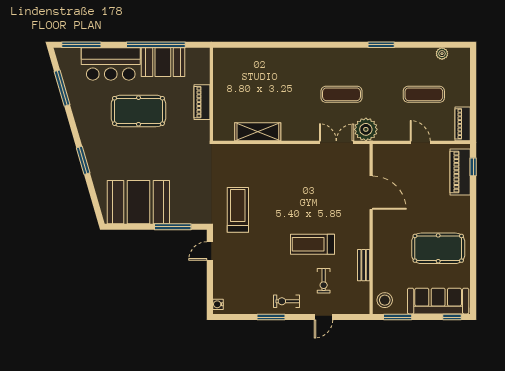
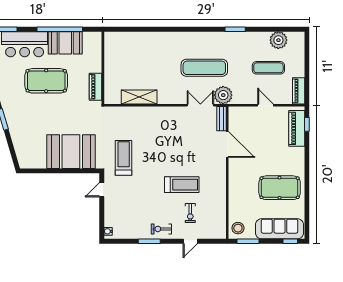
plant: (442, 54) -> (278, 40), width x1.87, depth x1.87
exercise mat: (342, 94) -> (204, 68), width x1.36, depth x1.45
piano: (202, 102) -> (96, 87), moved
booth: (138, 202) -> (71, 152), moved
window: (173, 227) -> (73, 171), removed
treadmill: (313, 244) -> (182, 185), turned 180
bench: (364, 265) -> (221, 119), moved

